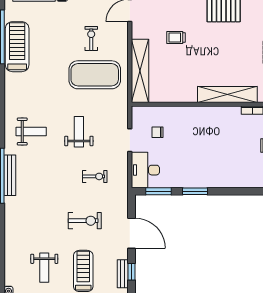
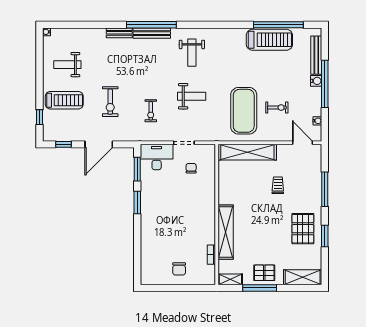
bench: (123, 274) -> (119, 33), moved

